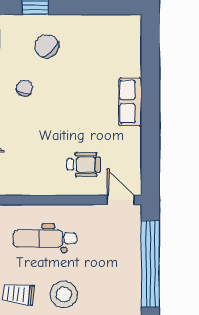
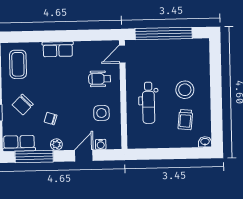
coffee table: (108, 40) -> (18, 64), added
wheelchair: (83, 165) -> (100, 79), turned -90
side table: (31, 166) -> (101, 113), added

